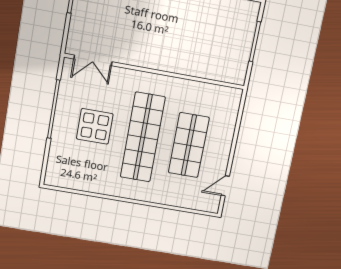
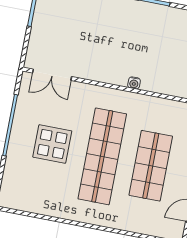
water cooler: (172, 67) -> (134, 83), added

